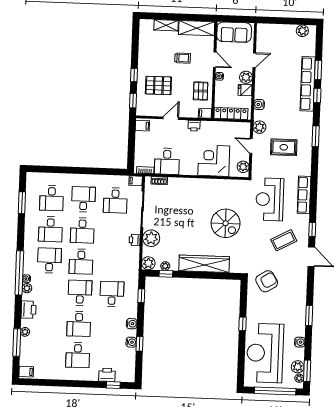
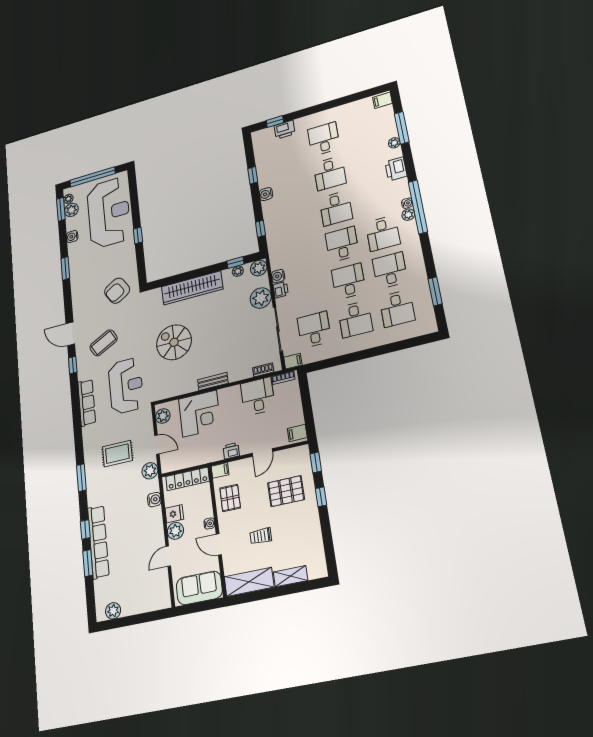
bench: (199, 183) -> (213, 381), added
desk: (52, 198) -> (397, 309), turned 180
plant: (27, 288) -> (408, 215), moved
desk: (112, 294) -> (296, 219), removed
desk: (79, 324) -> (330, 173), turned 180
water cooler: (131, 342) -> (278, 276), moved

